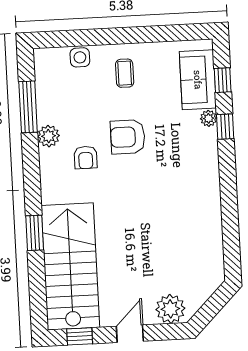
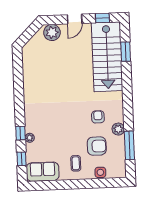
sofa: (198, 80) -> (43, 172), moved, turned -90
armchair: (128, 137) -> (97, 146), moved
window: (35, 233) -> (126, 52), moved

